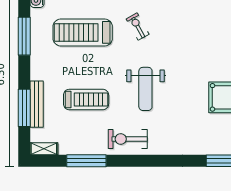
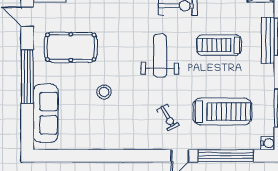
stool: (202, 52) -> (104, 92), added

